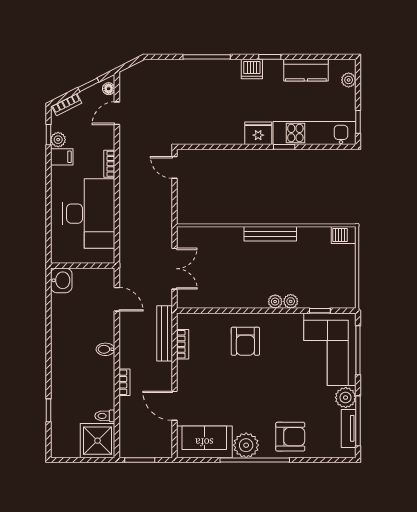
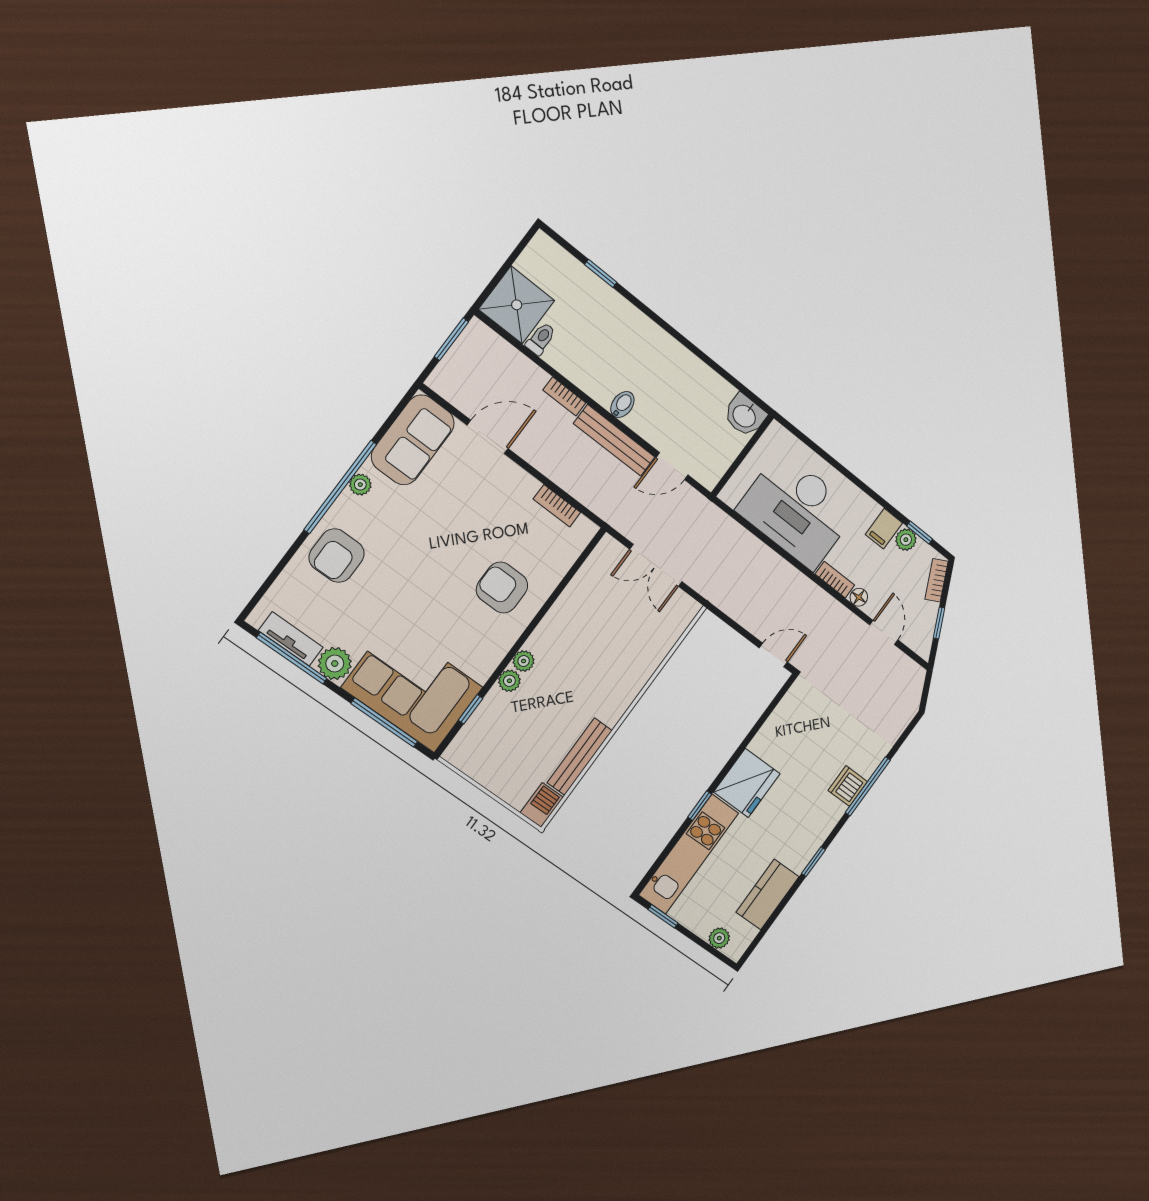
dishwasher: (252, 69) -> (848, 786), moved
floor lamp: (109, 89) -> (859, 597), moved
fridge: (258, 133) -> (747, 783), width x1.36, depth x1.34
bench: (270, 234) -> (580, 757), moved
bench: (165, 333) -> (614, 440), moved
plant: (246, 445) -> (360, 485), width x0.53, depth x0.53

